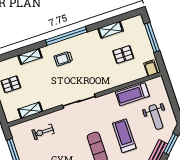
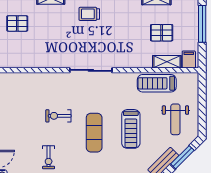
shelving: (30, 110) -> (167, 62), moved
exercise bike: (43, 132) -> (58, 116), moved
treadmill: (124, 136) -> (131, 129), turned 180

